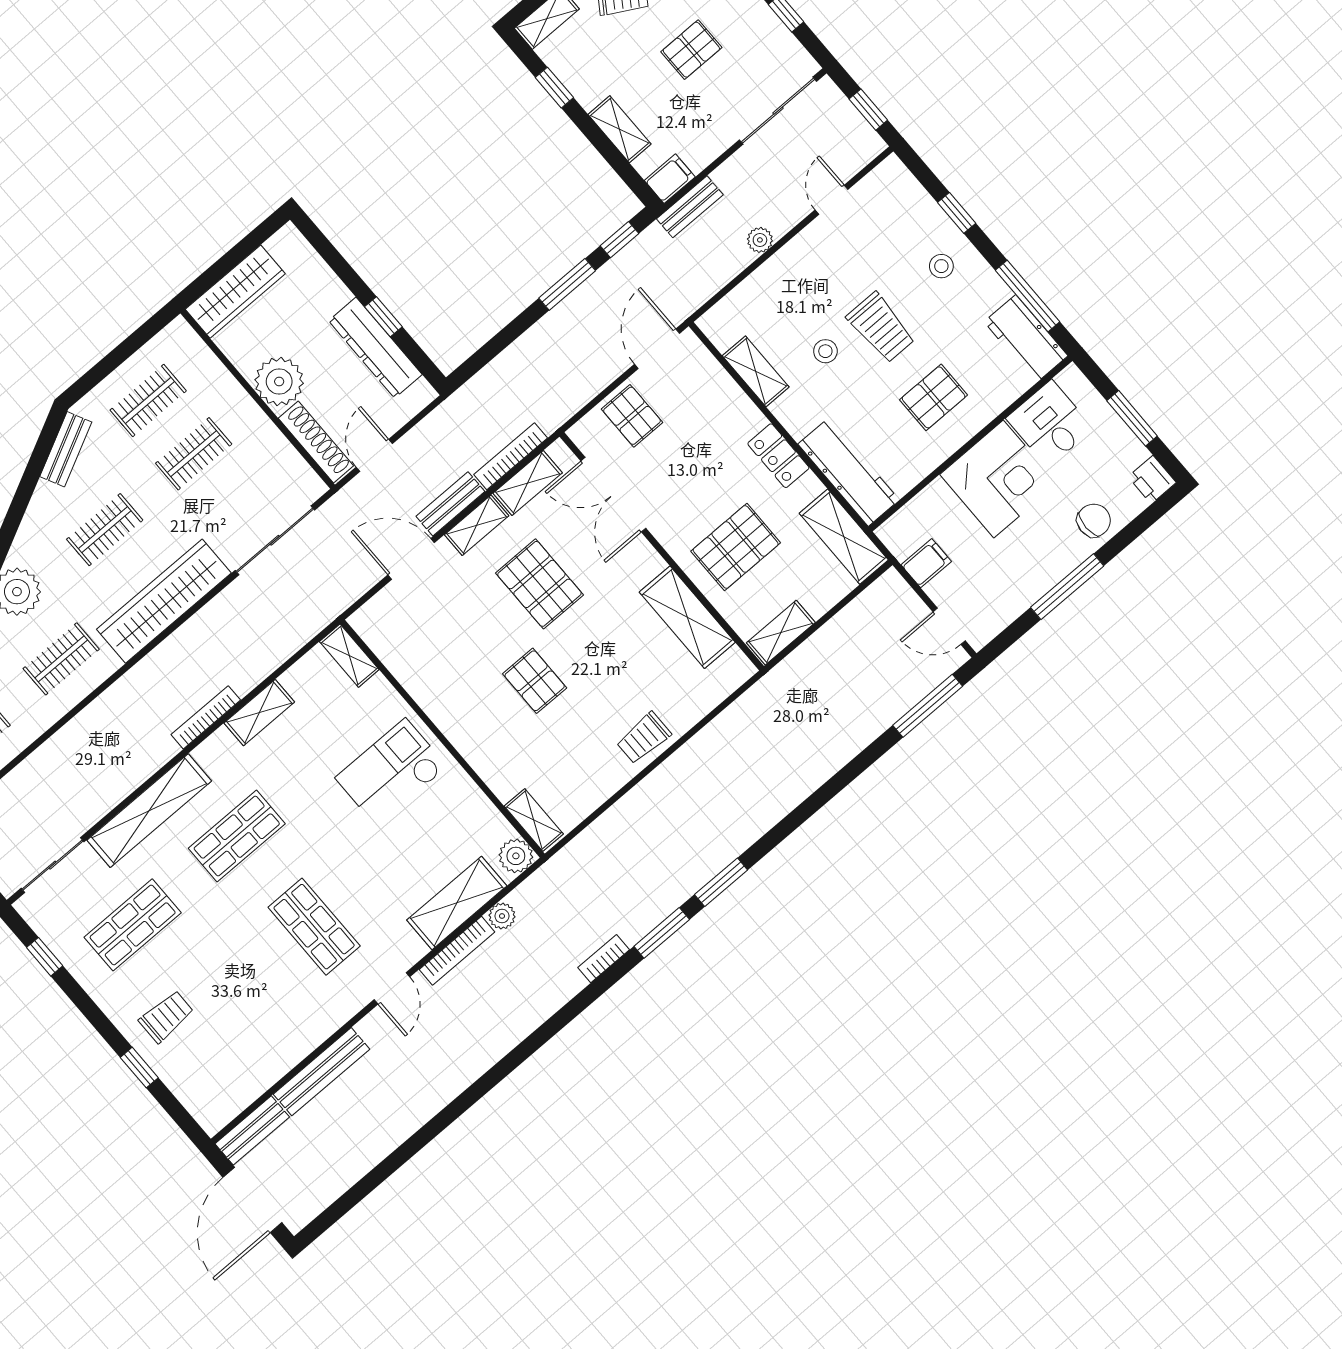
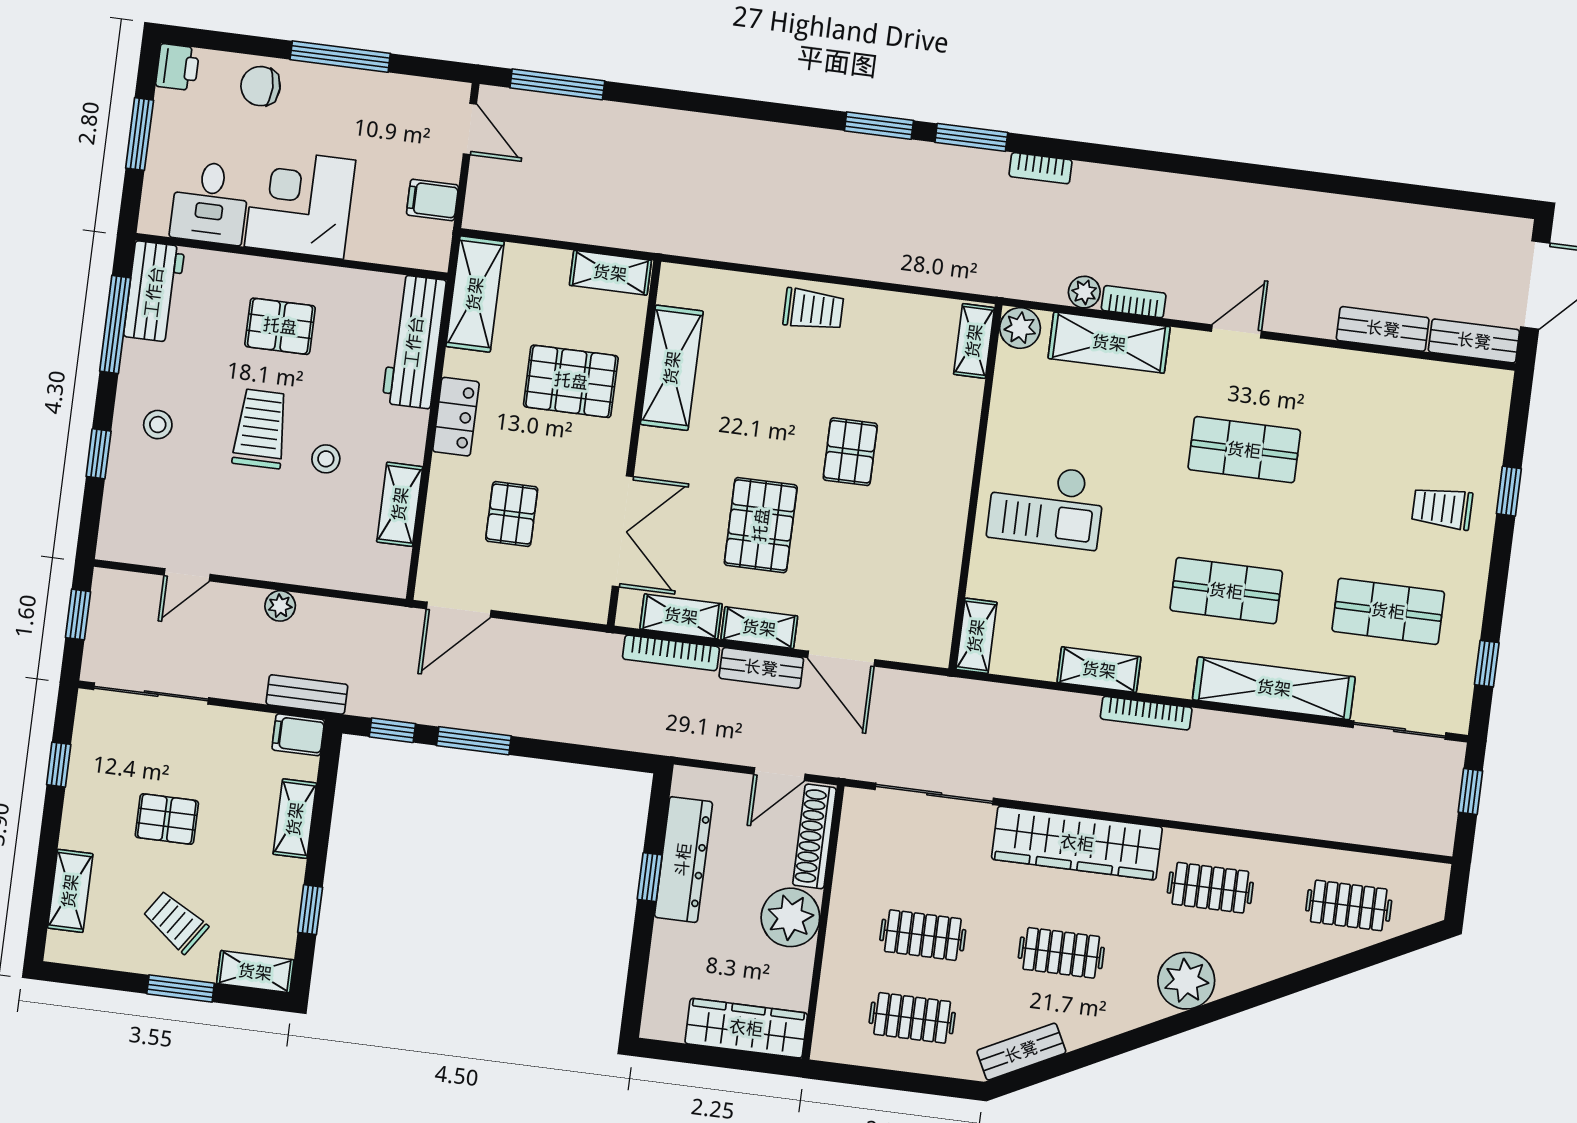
pallet: (632, 416) -> (512, 514), moved
shop shelf: (314, 927) -> (1244, 450), turned 90
bookcase: (457, 951) -> (1134, 302), width x0.64
bench: (321, 1072) -> (1383, 329), width x0.73

